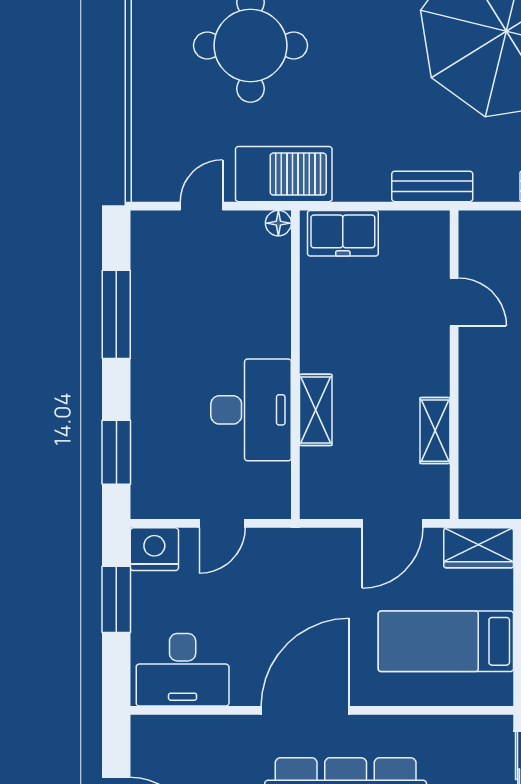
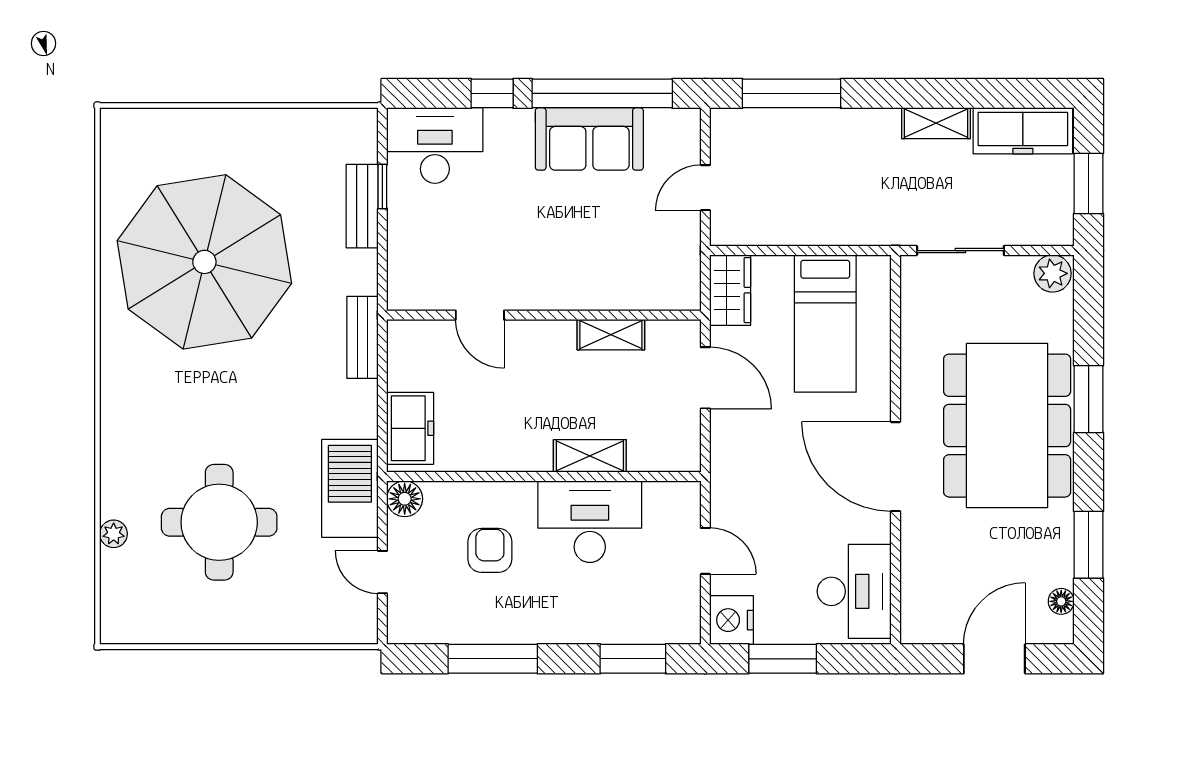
floor lamp: (278, 223) -> (405, 499), width x1.37, depth x1.37
door: (454, 302) -> (480, 315), swing flipped
armchair: (223, 312) -> (490, 550), added

